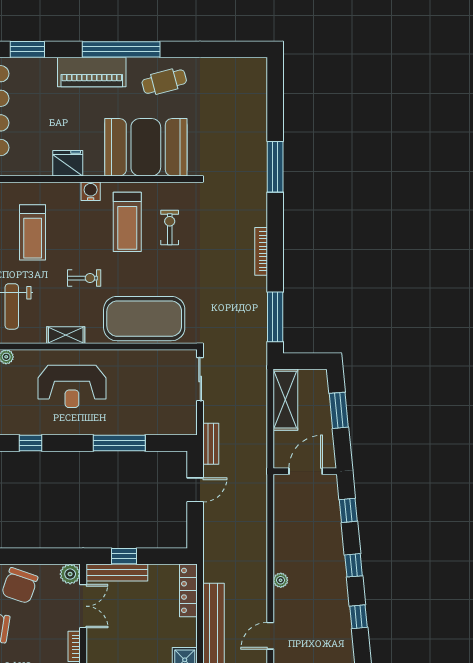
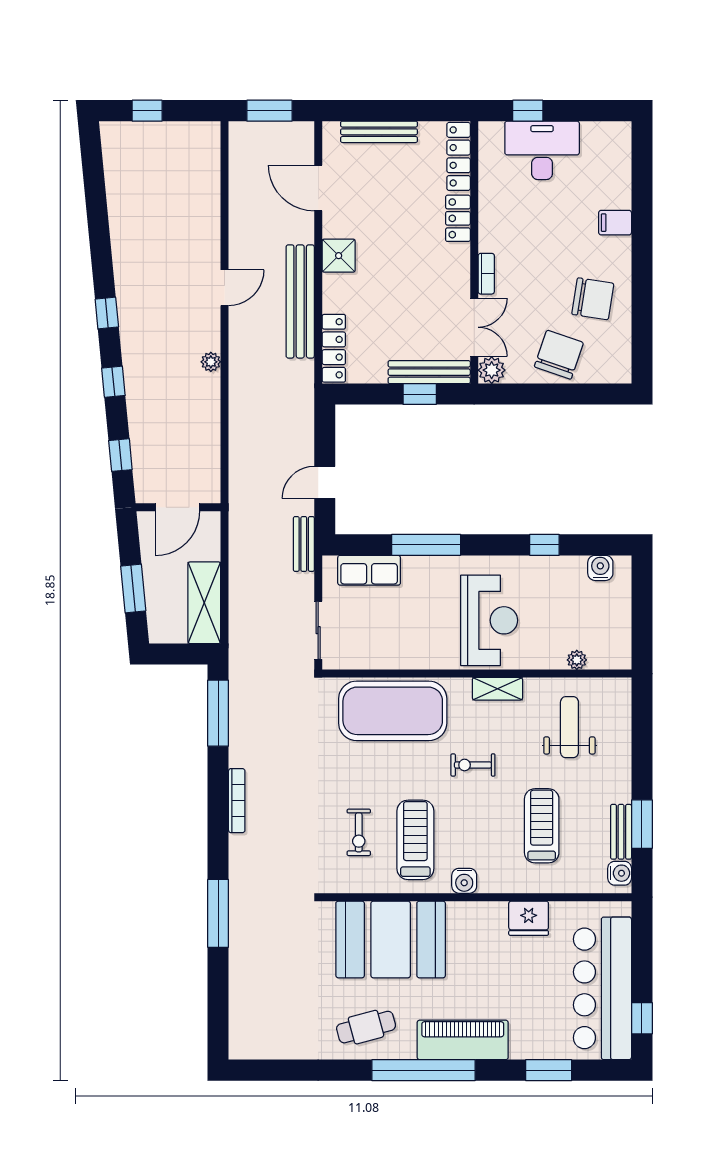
fridge: (68, 163) -> (529, 918), moved
reception desk: (72, 386) -> (489, 620), turned 90
row of seats: (162, 424) -> (369, 570), added
double door: (83, 606) -> (474, 327), swing flipped

